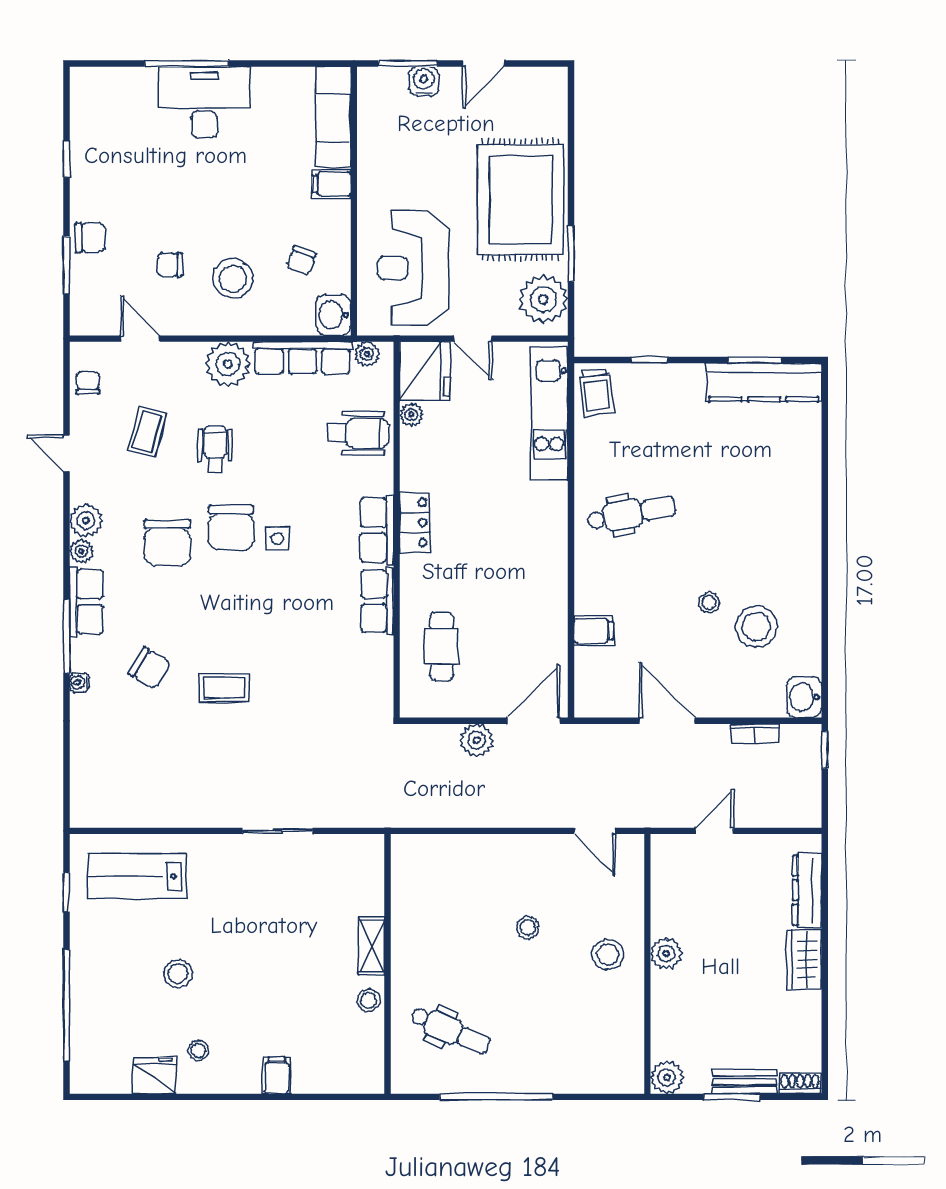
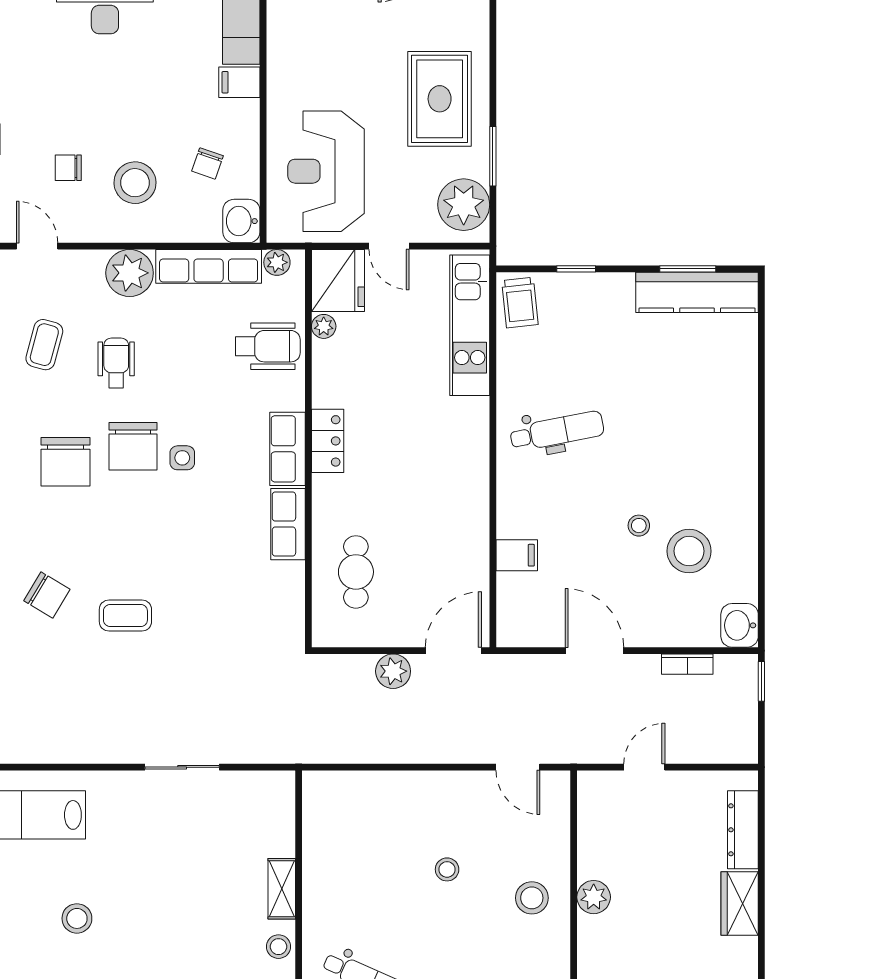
rug: (521, 199) -> (440, 99), width x0.73, depth x0.69

